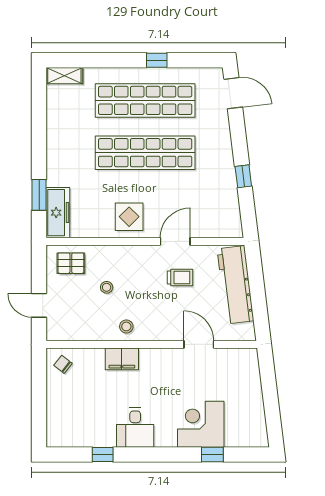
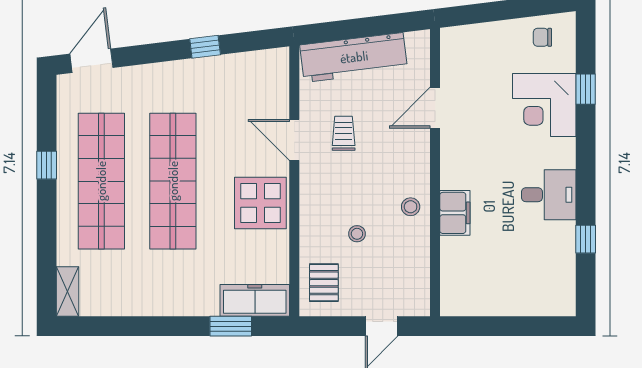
display table: (129, 217) -> (260, 203), width x1.36, depth x1.36
chair: (63, 364) -> (542, 37), moved, turned 52

